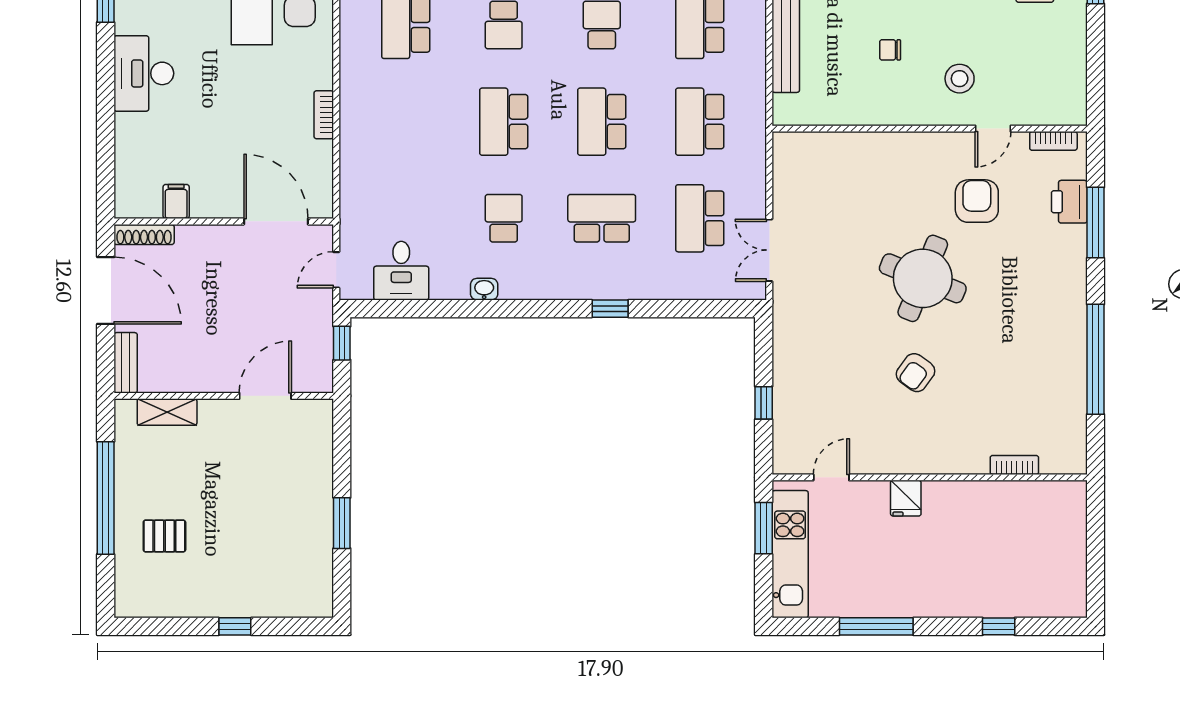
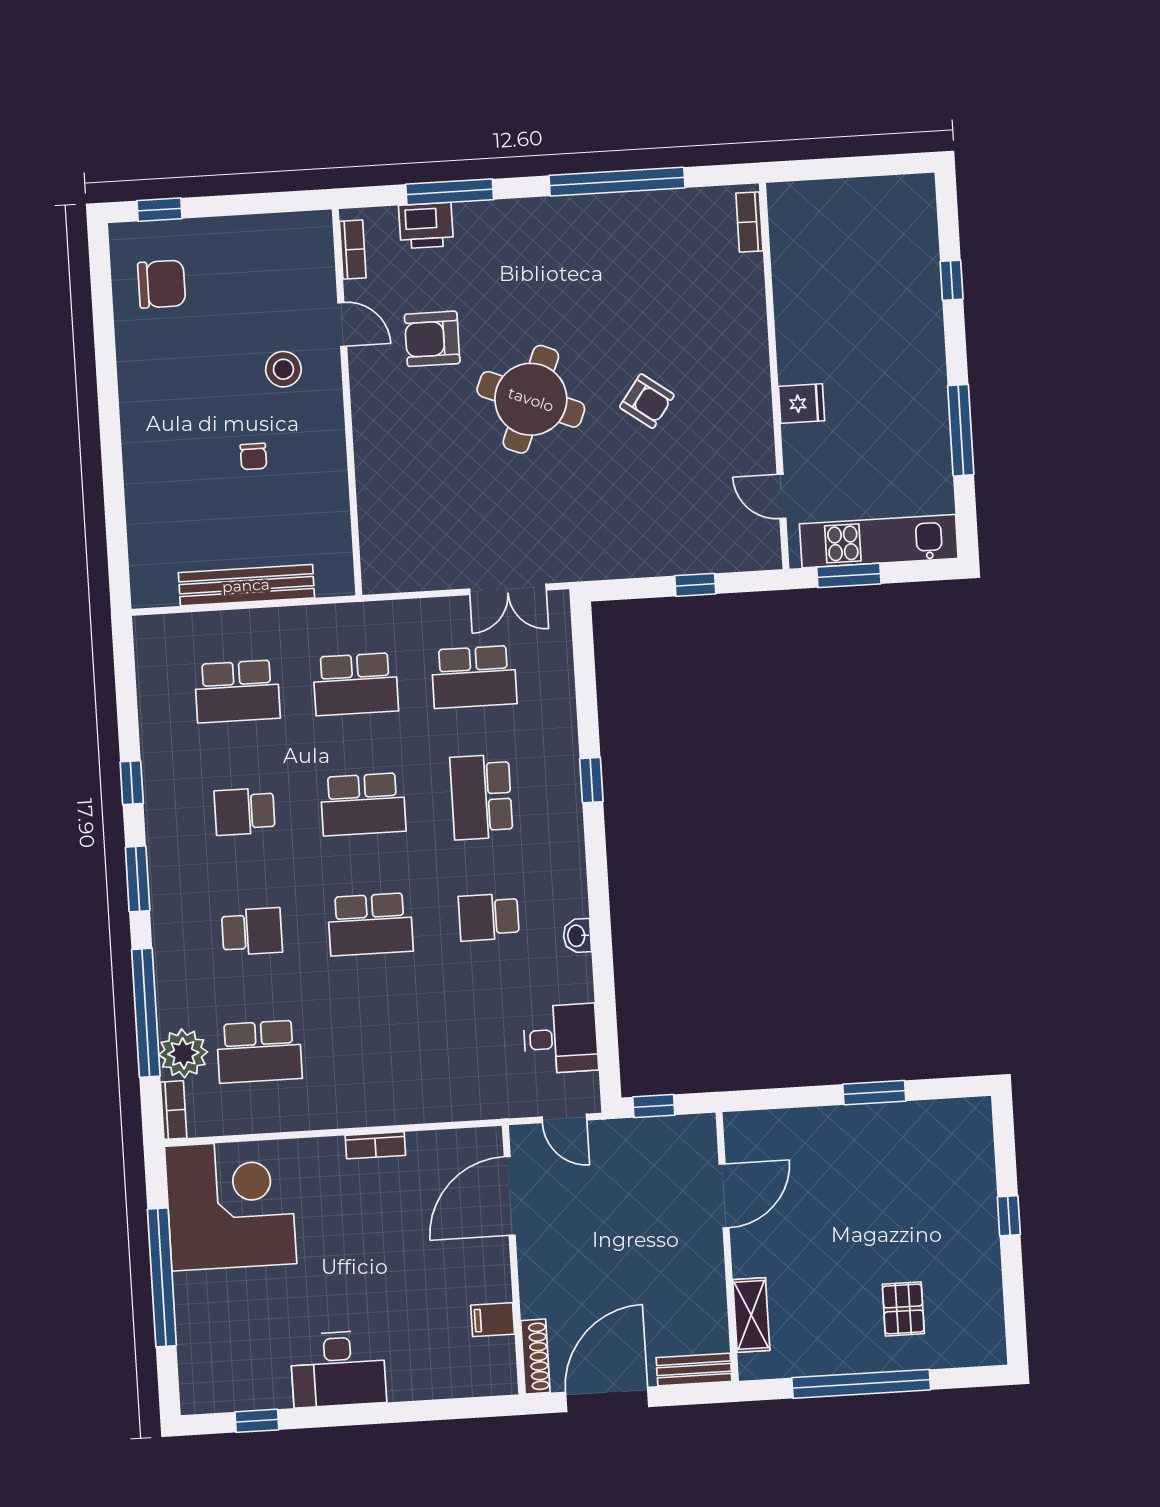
door: (265, 396) -> (724, 1196), swing flipped
bookcase: (1014, 465) -> (749, 222), moved

